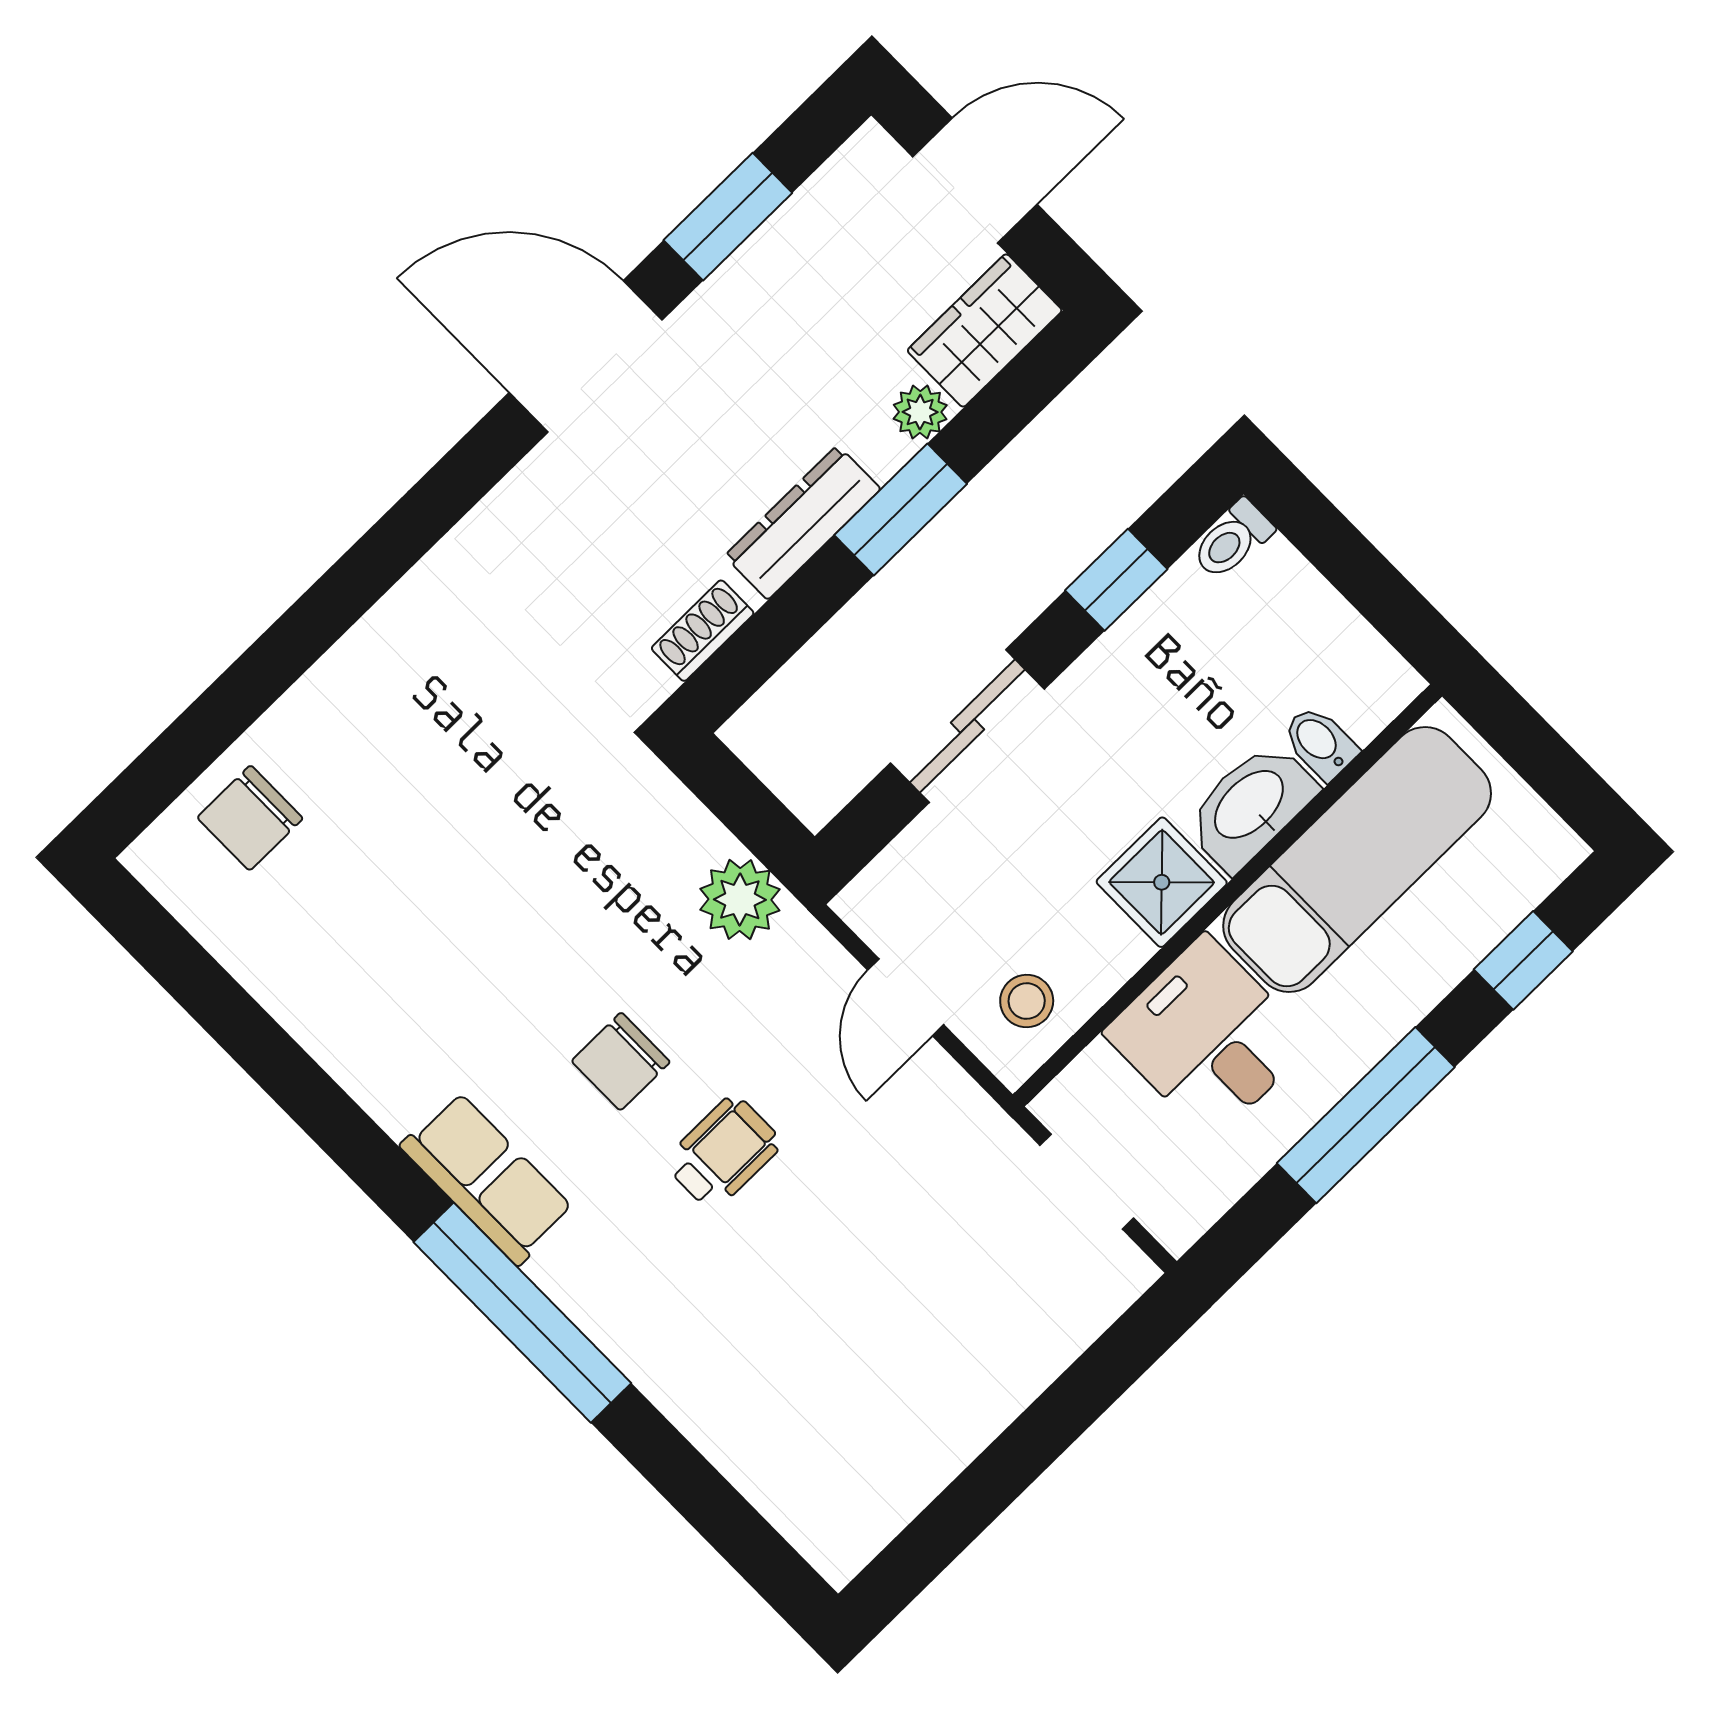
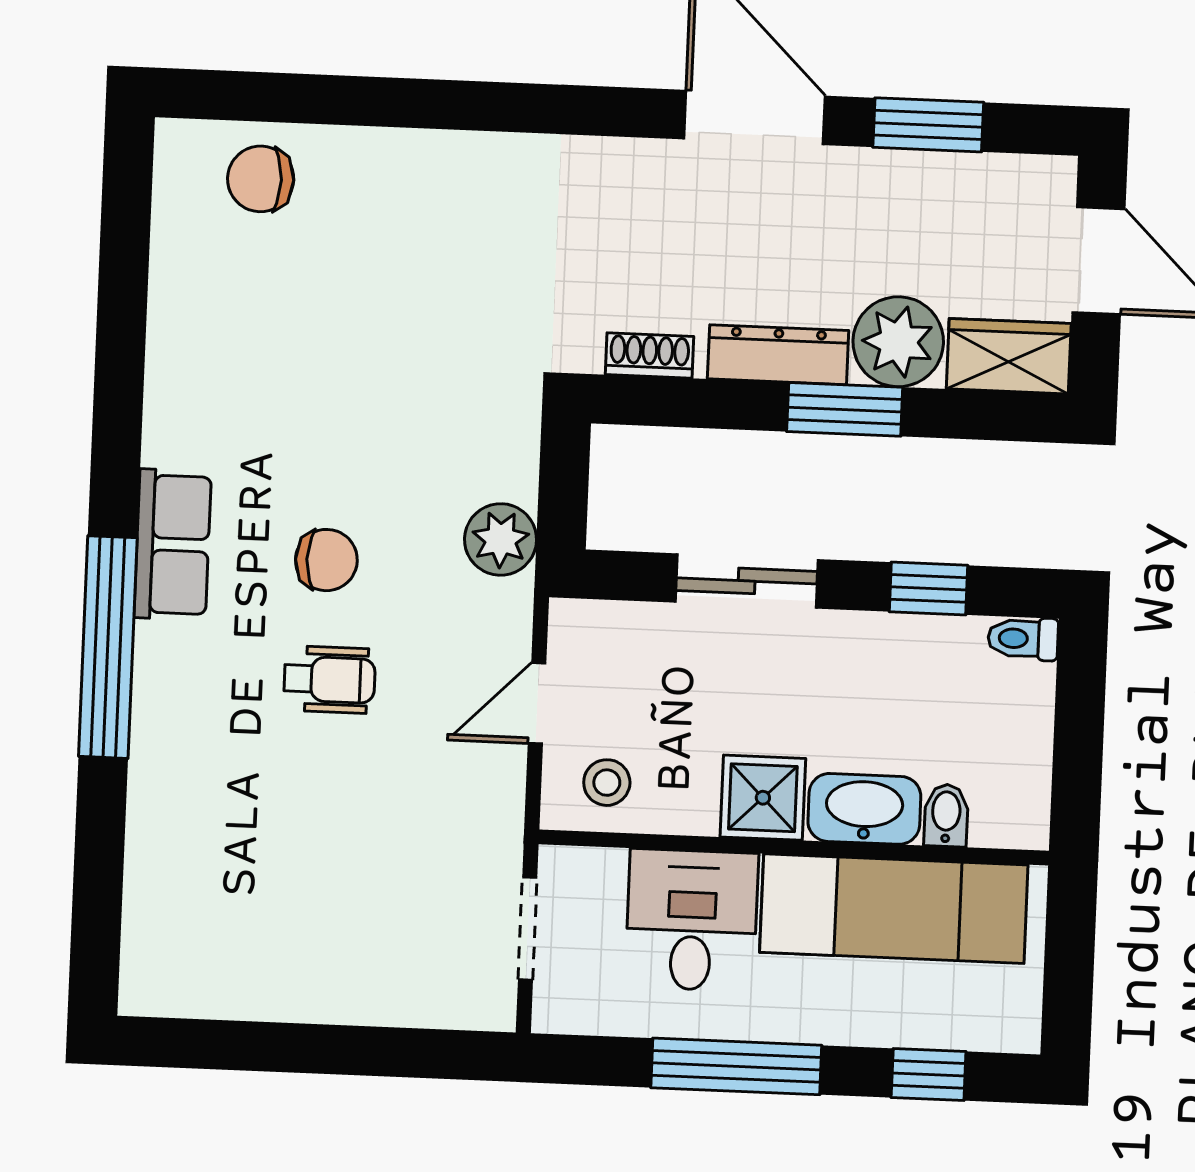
plant: (920, 412) -> (898, 342), width x1.88, depth x1.88
chair: (621, 1061) -> (326, 560), turned 180

